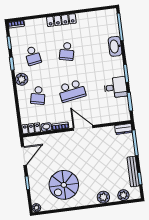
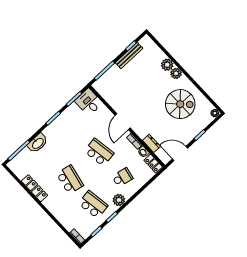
locker: (61, 20) -> (34, 188), moved
school desk: (67, 51) -> (70, 180), width x1.85
school desk: (33, 56) -> (93, 205), width x1.85
desk: (116, 87) -> (89, 102), moved
dresser: (123, 129) -> (151, 143), moved
plant: (123, 195) -> (176, 73), moved

